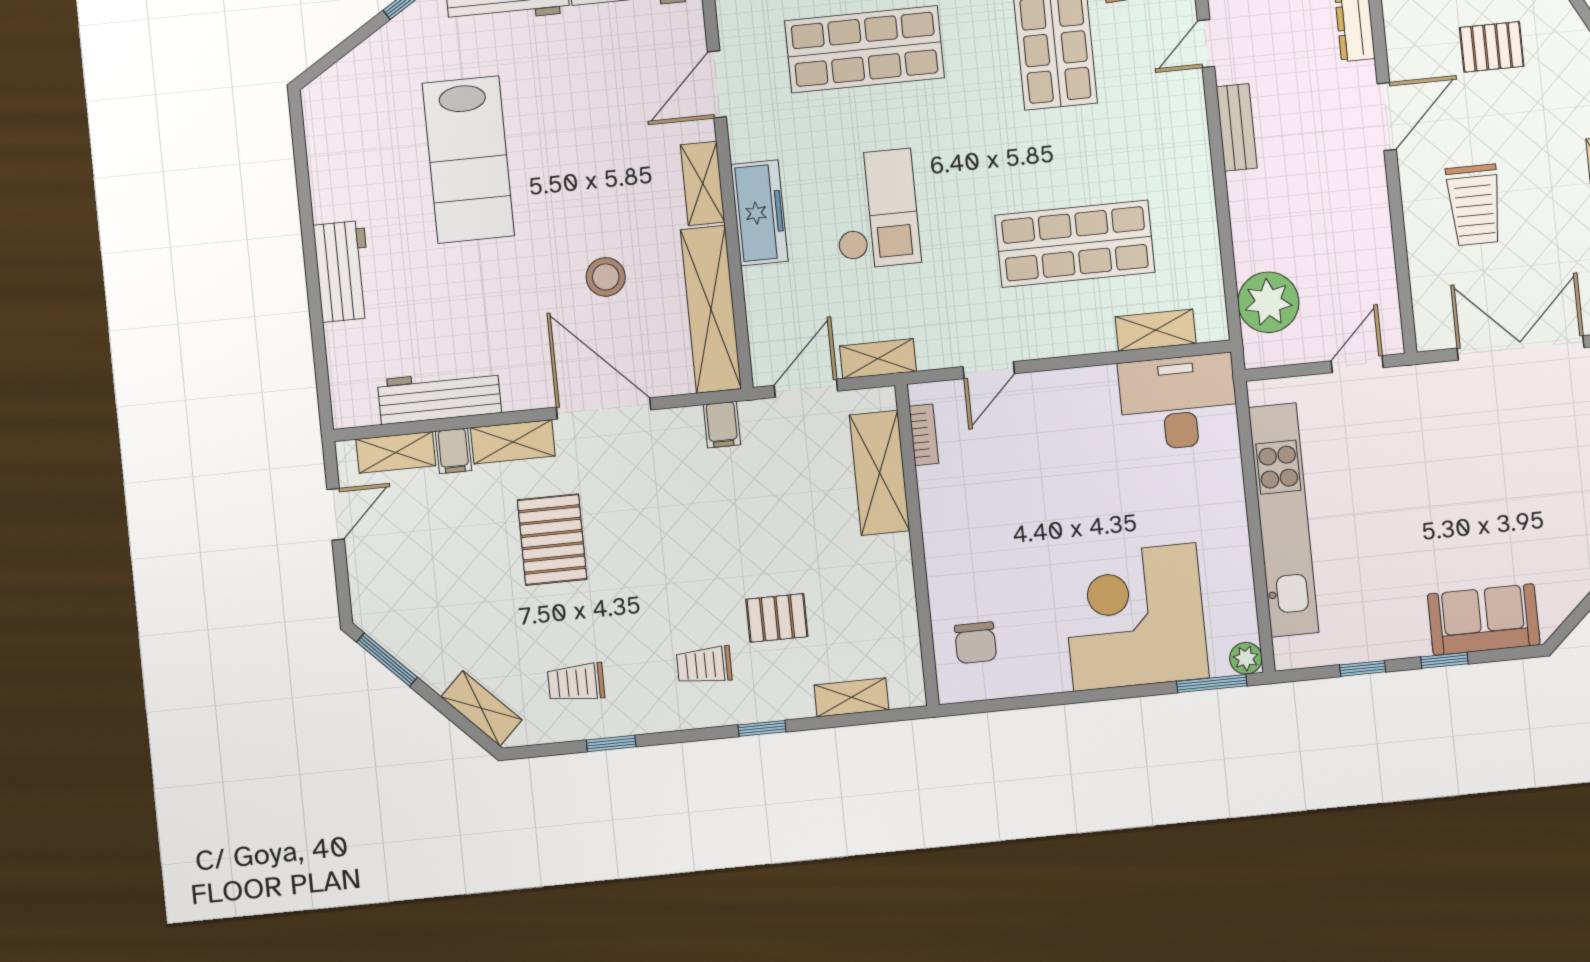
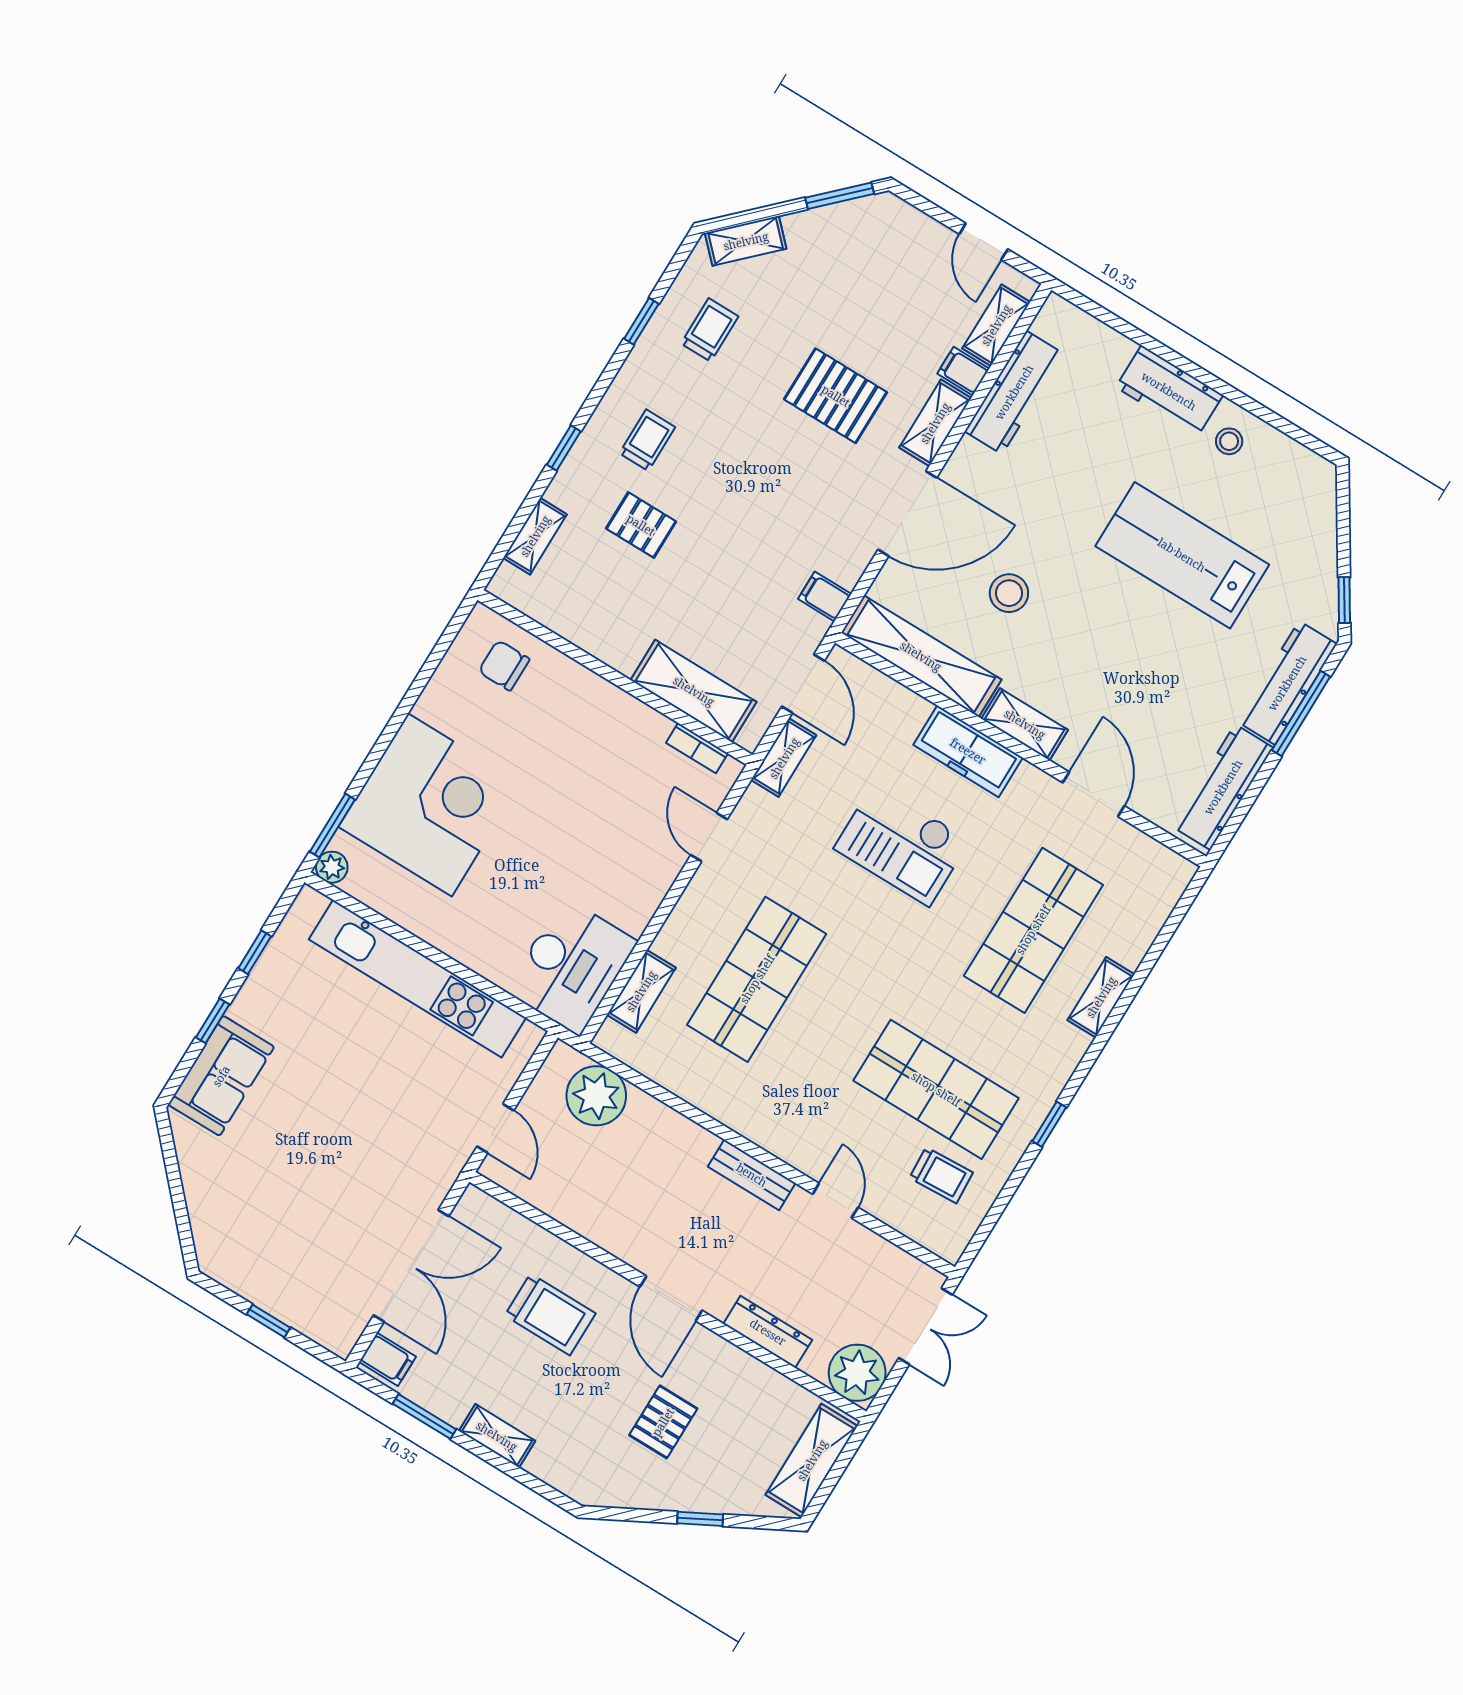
stool: (347, 192) -> (1229, 441), added
trolley: (1474, 205) -> (550, 1314), turned 180
pallet: (777, 618) -> (641, 525), turned 90

